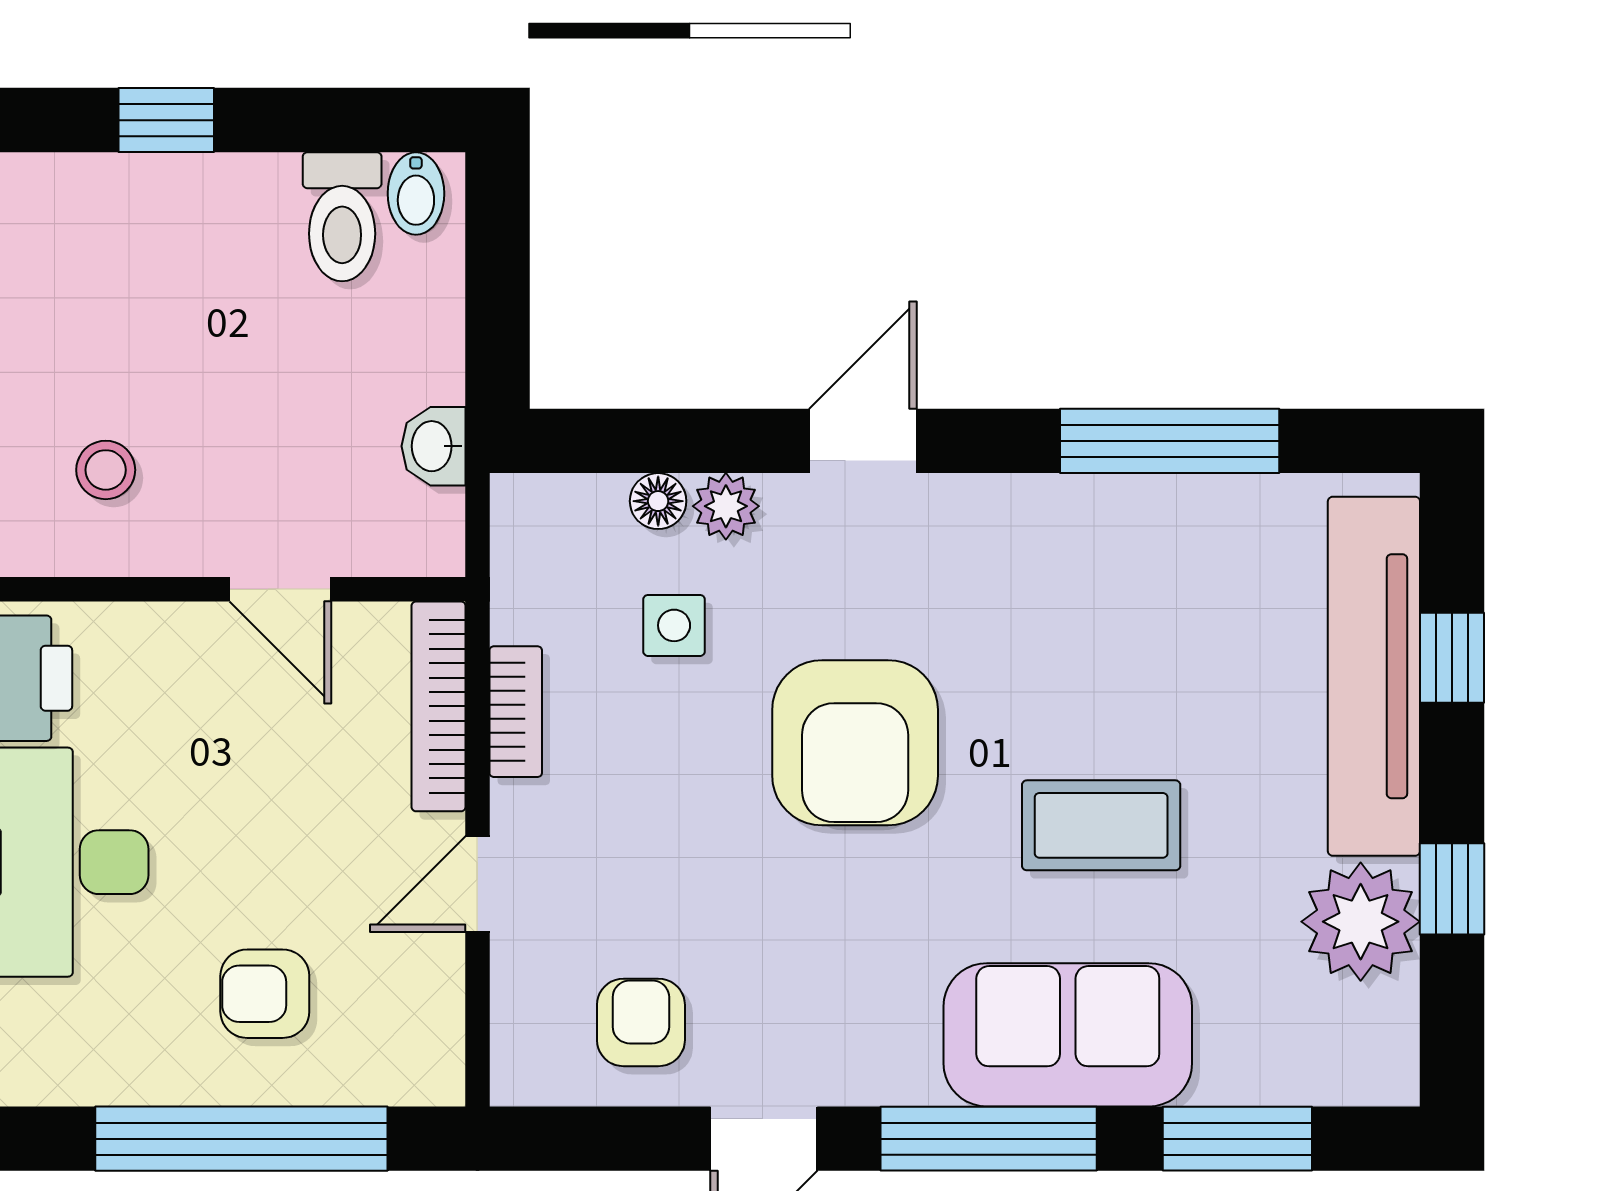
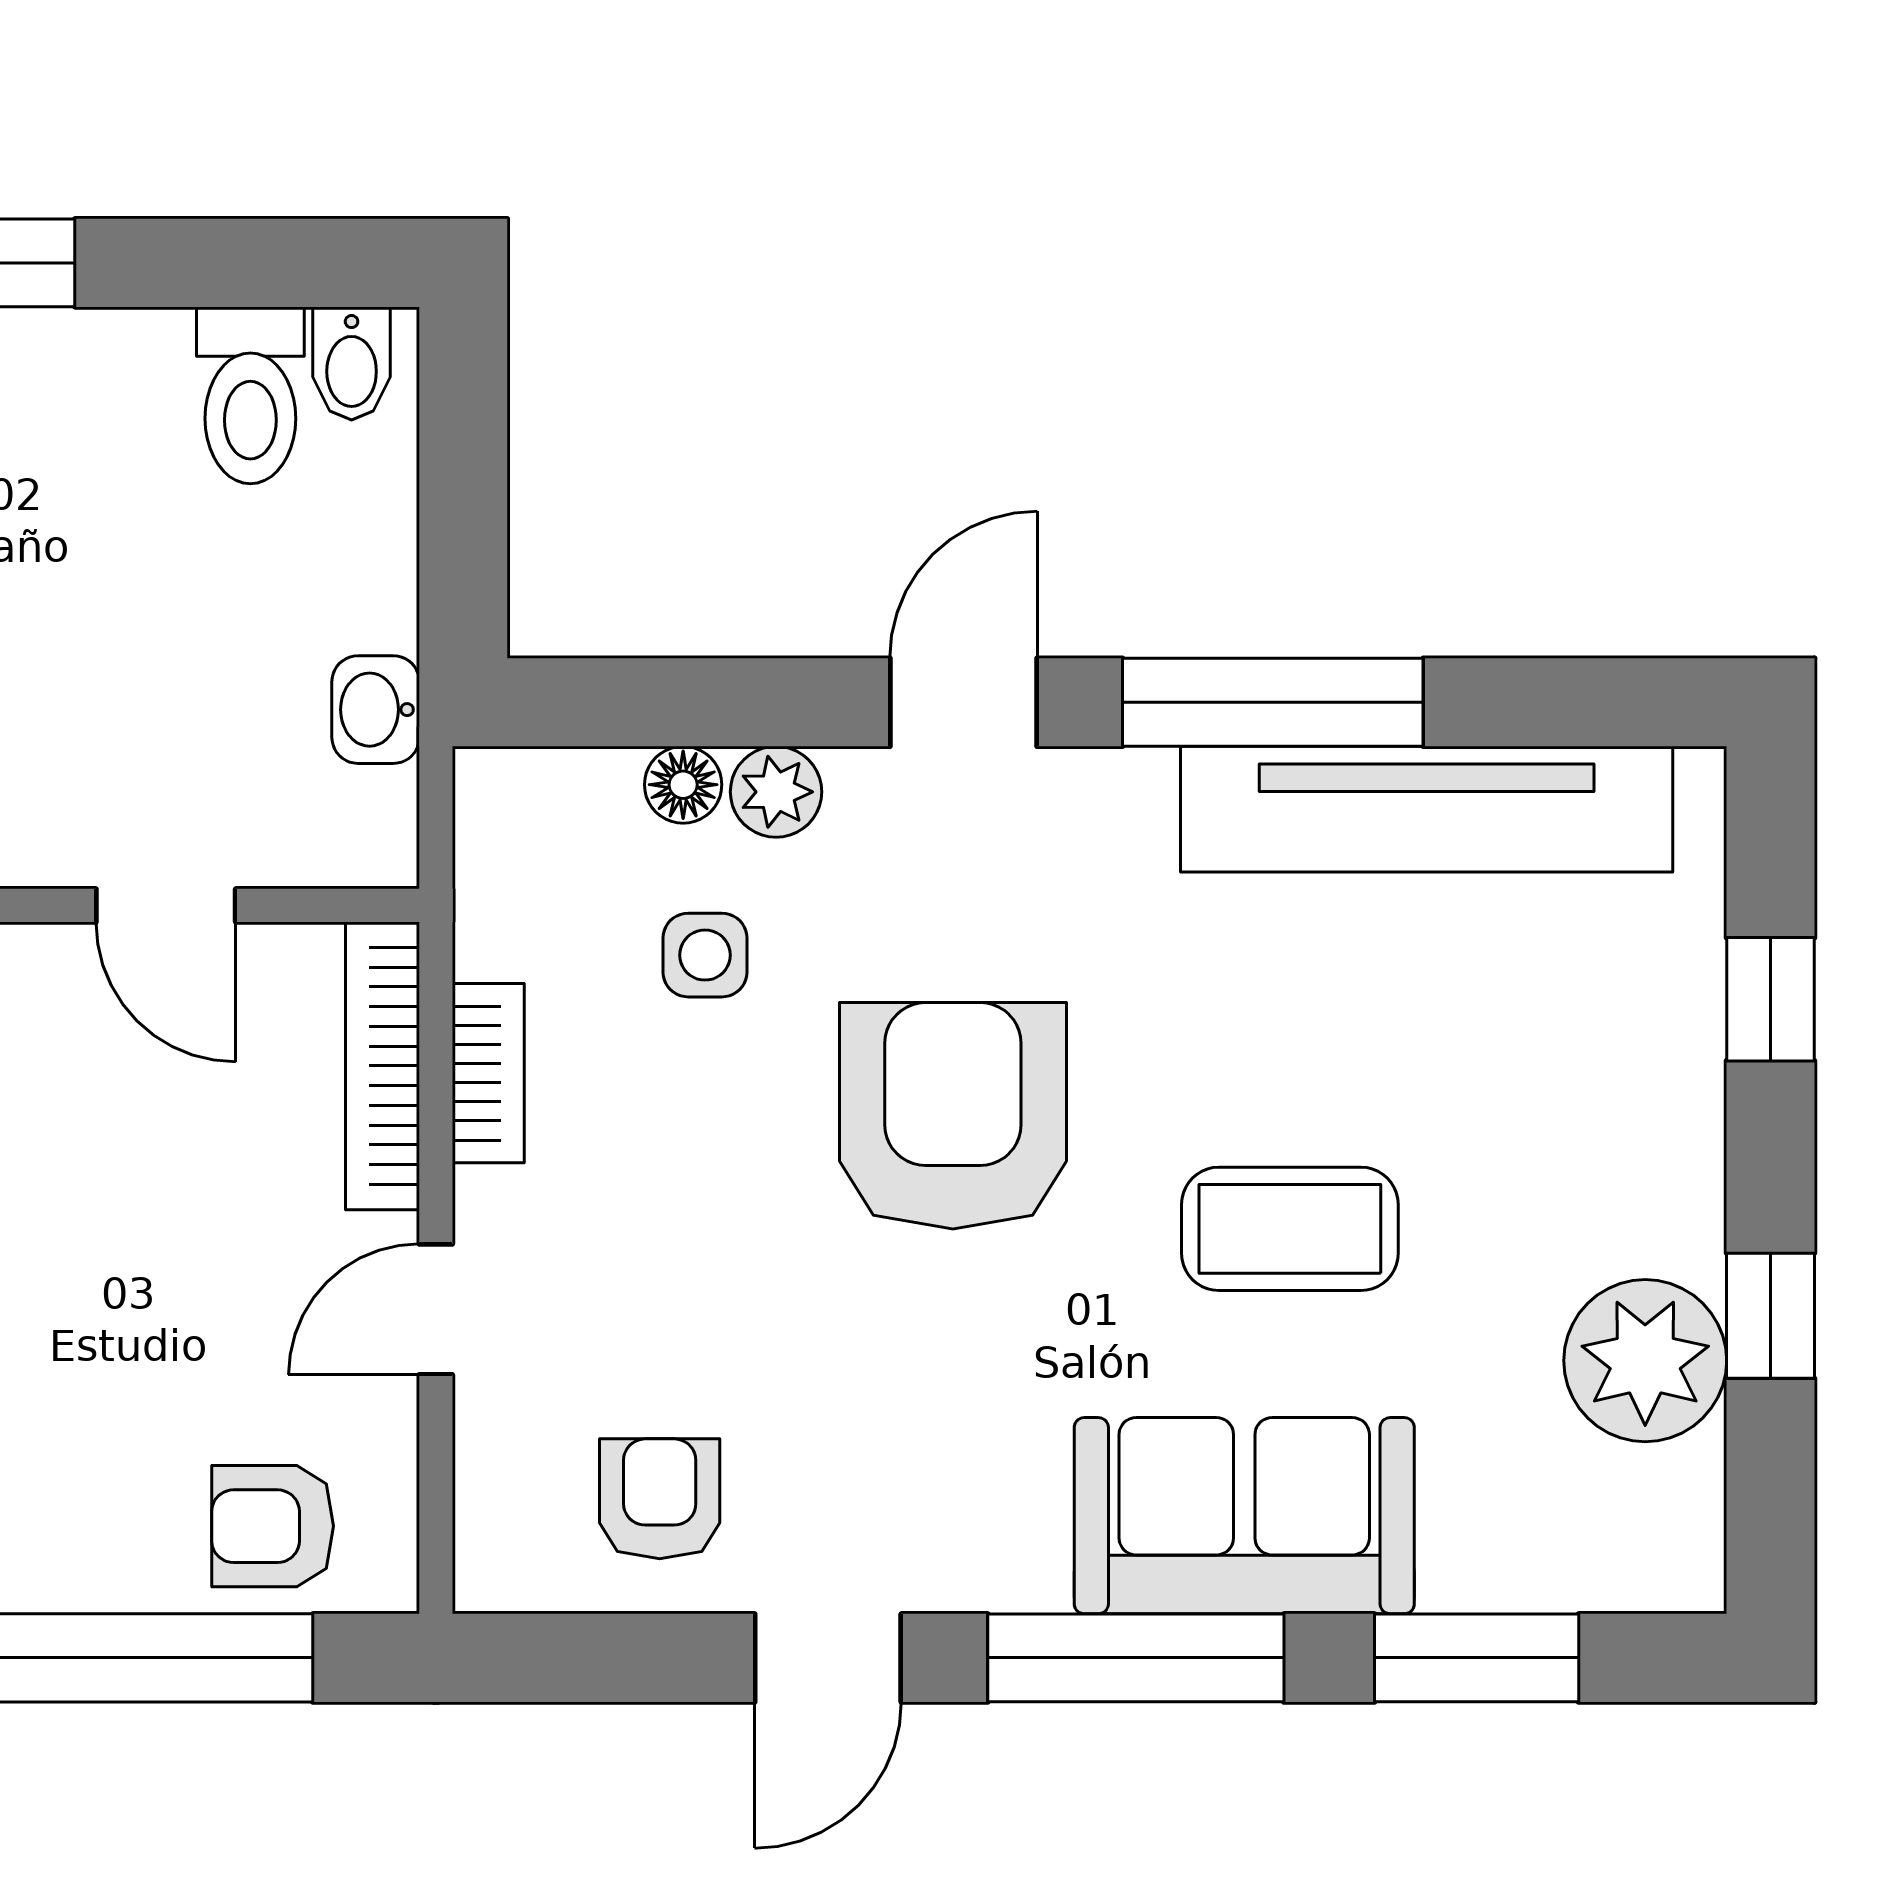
window: (1170, 441) -> (1273, 702), moved
tv unit: (1374, 676) -> (1427, 809), moved, turned -90
armchair: (855, 743) -> (953, 1116), turned 180
armchair: (265, 994) -> (273, 1526), moved

